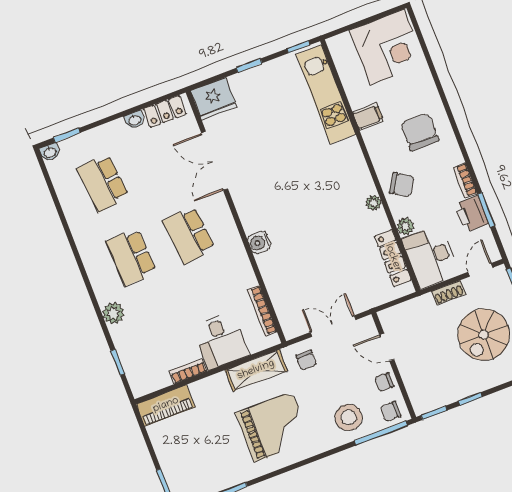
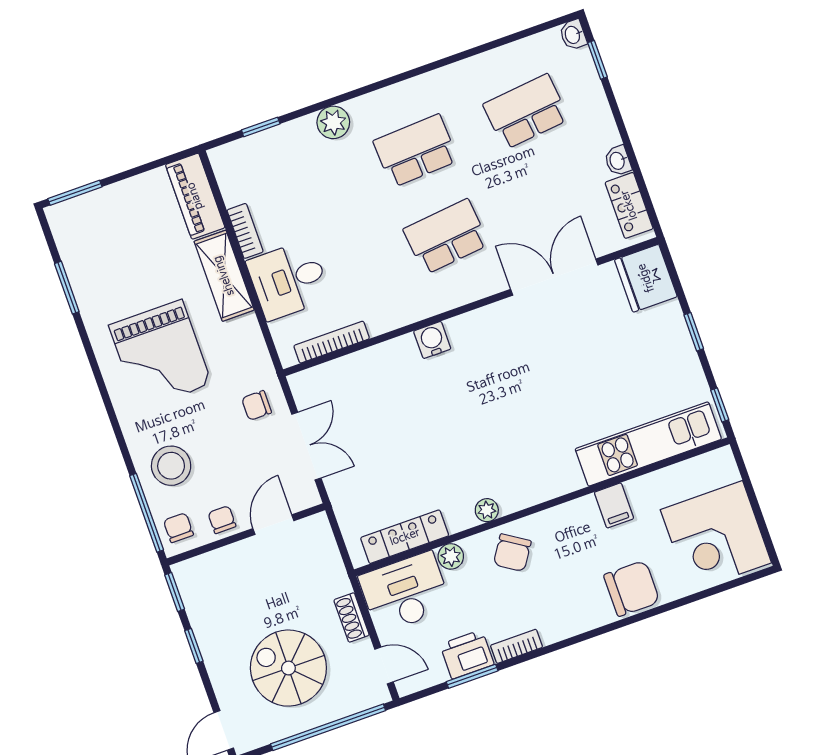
chair: (420, 132) -> (632, 588), moved
shelving: (256, 370) -> (224, 276), moved

